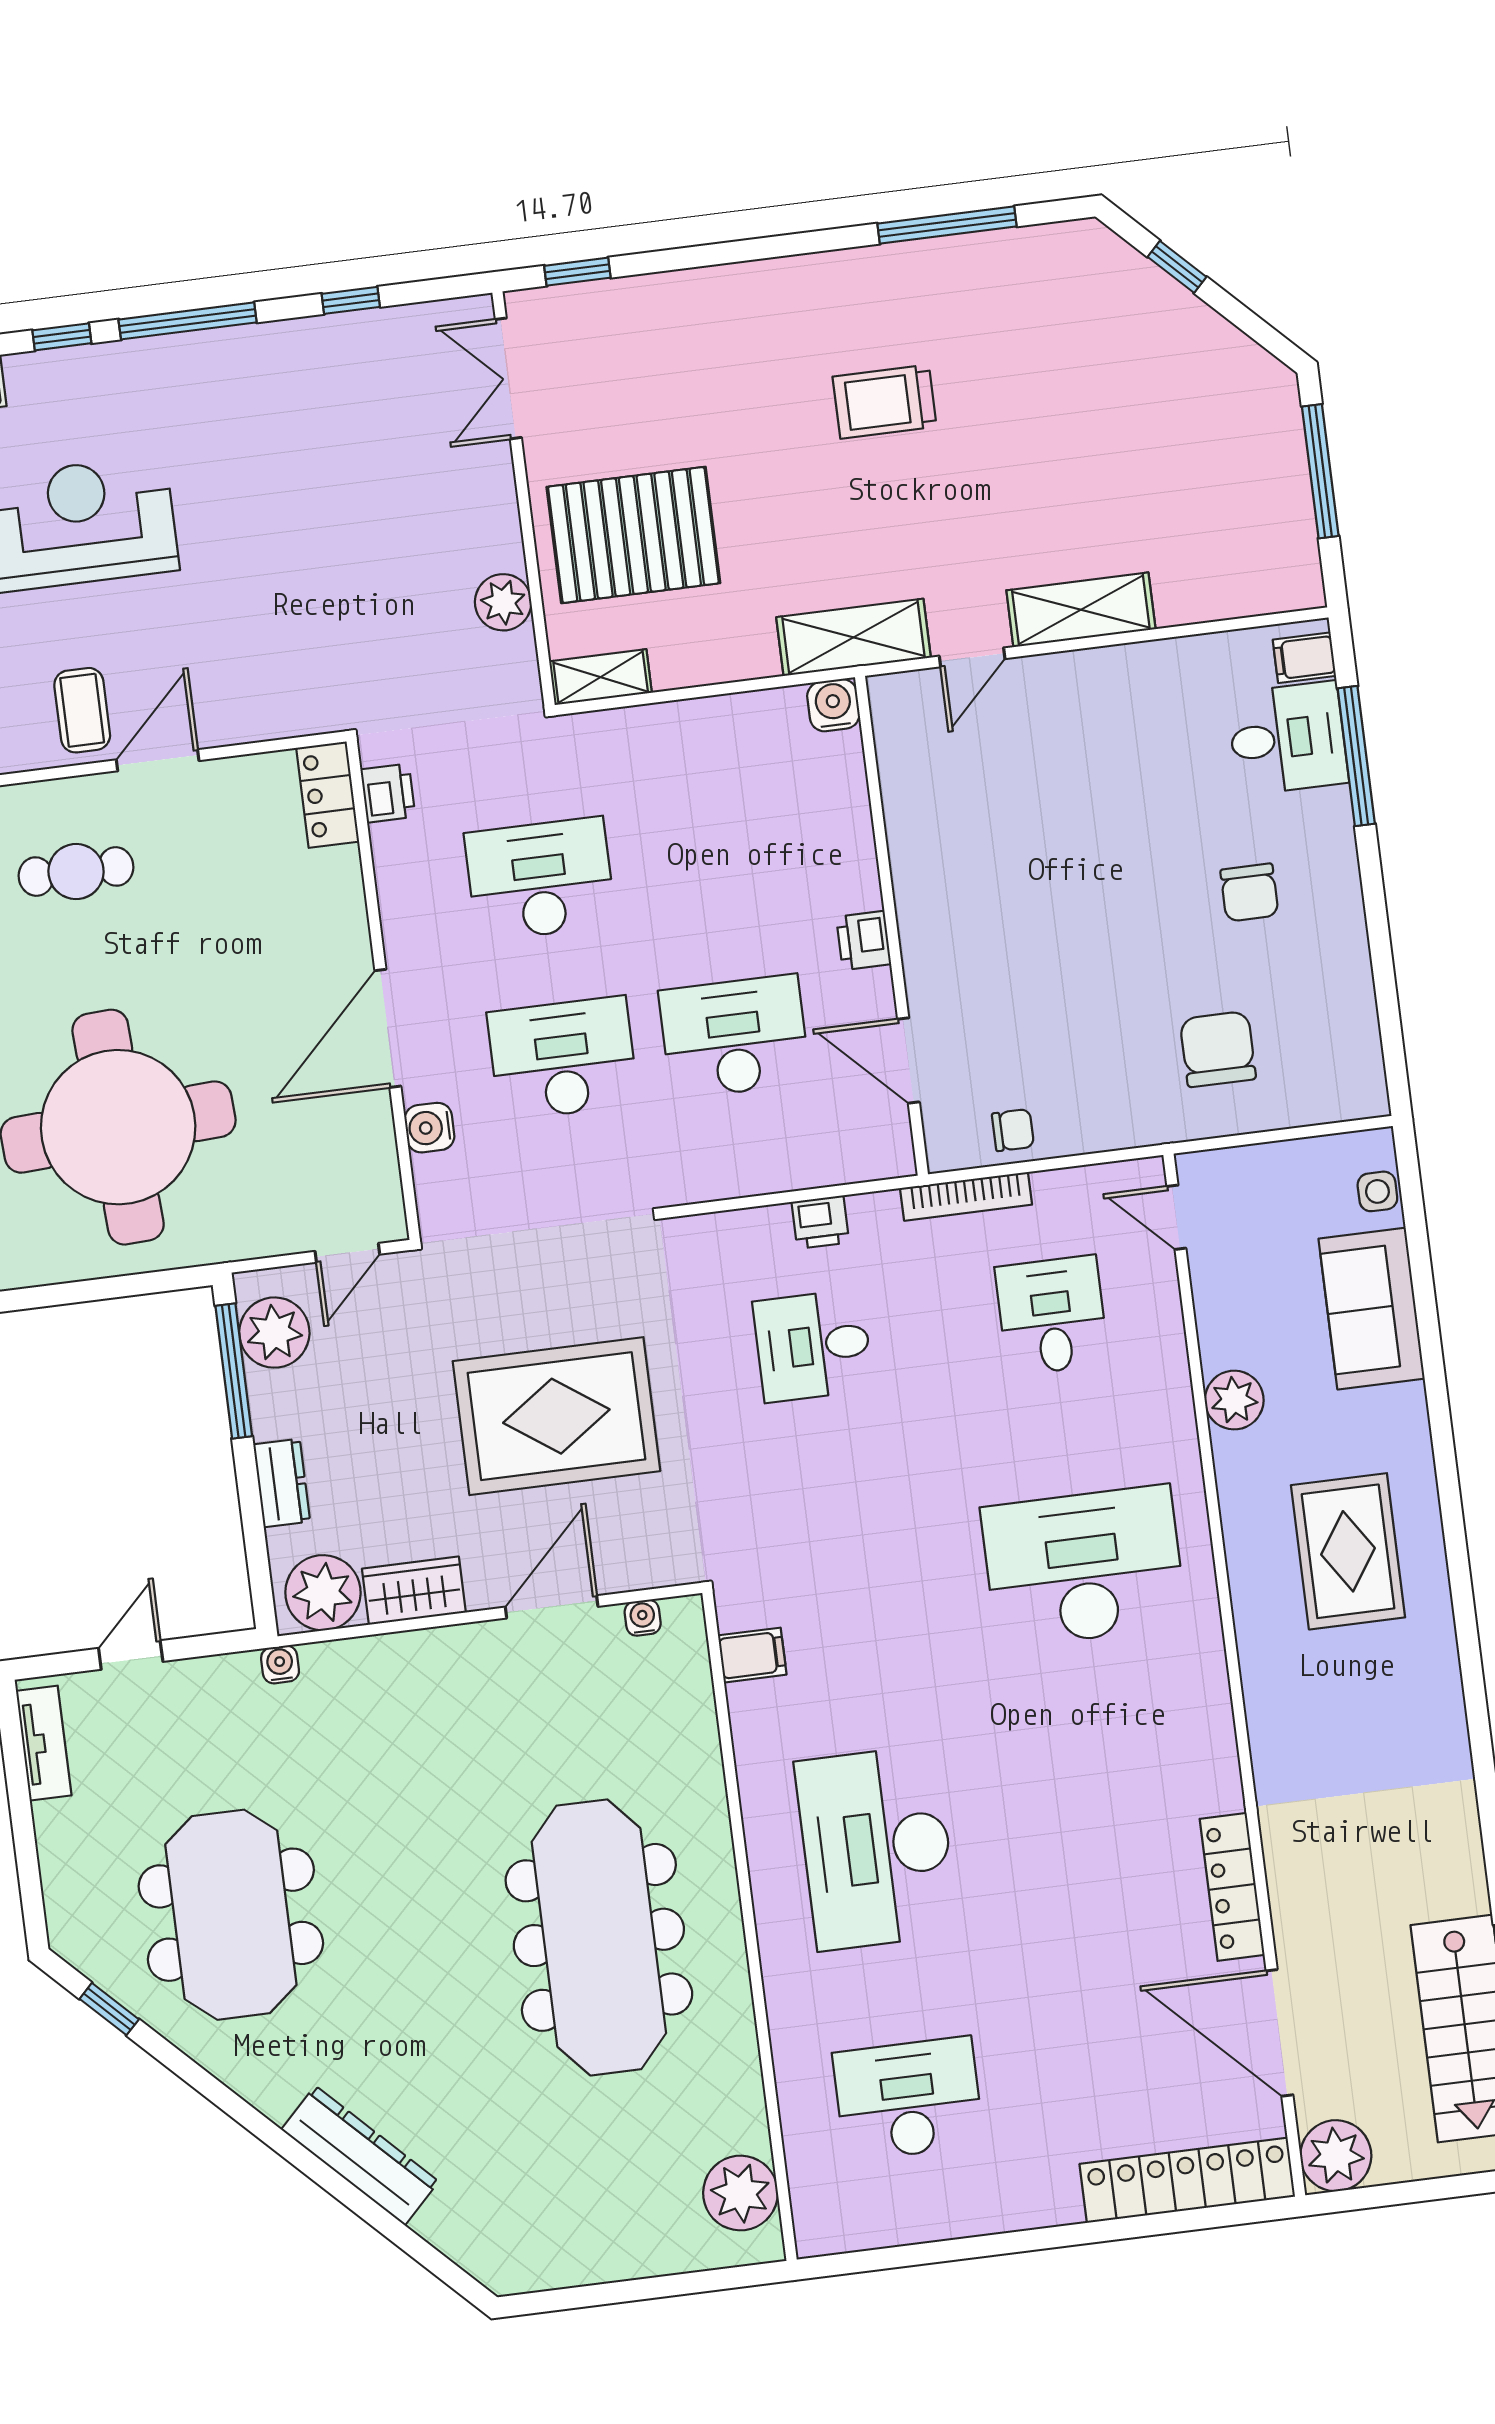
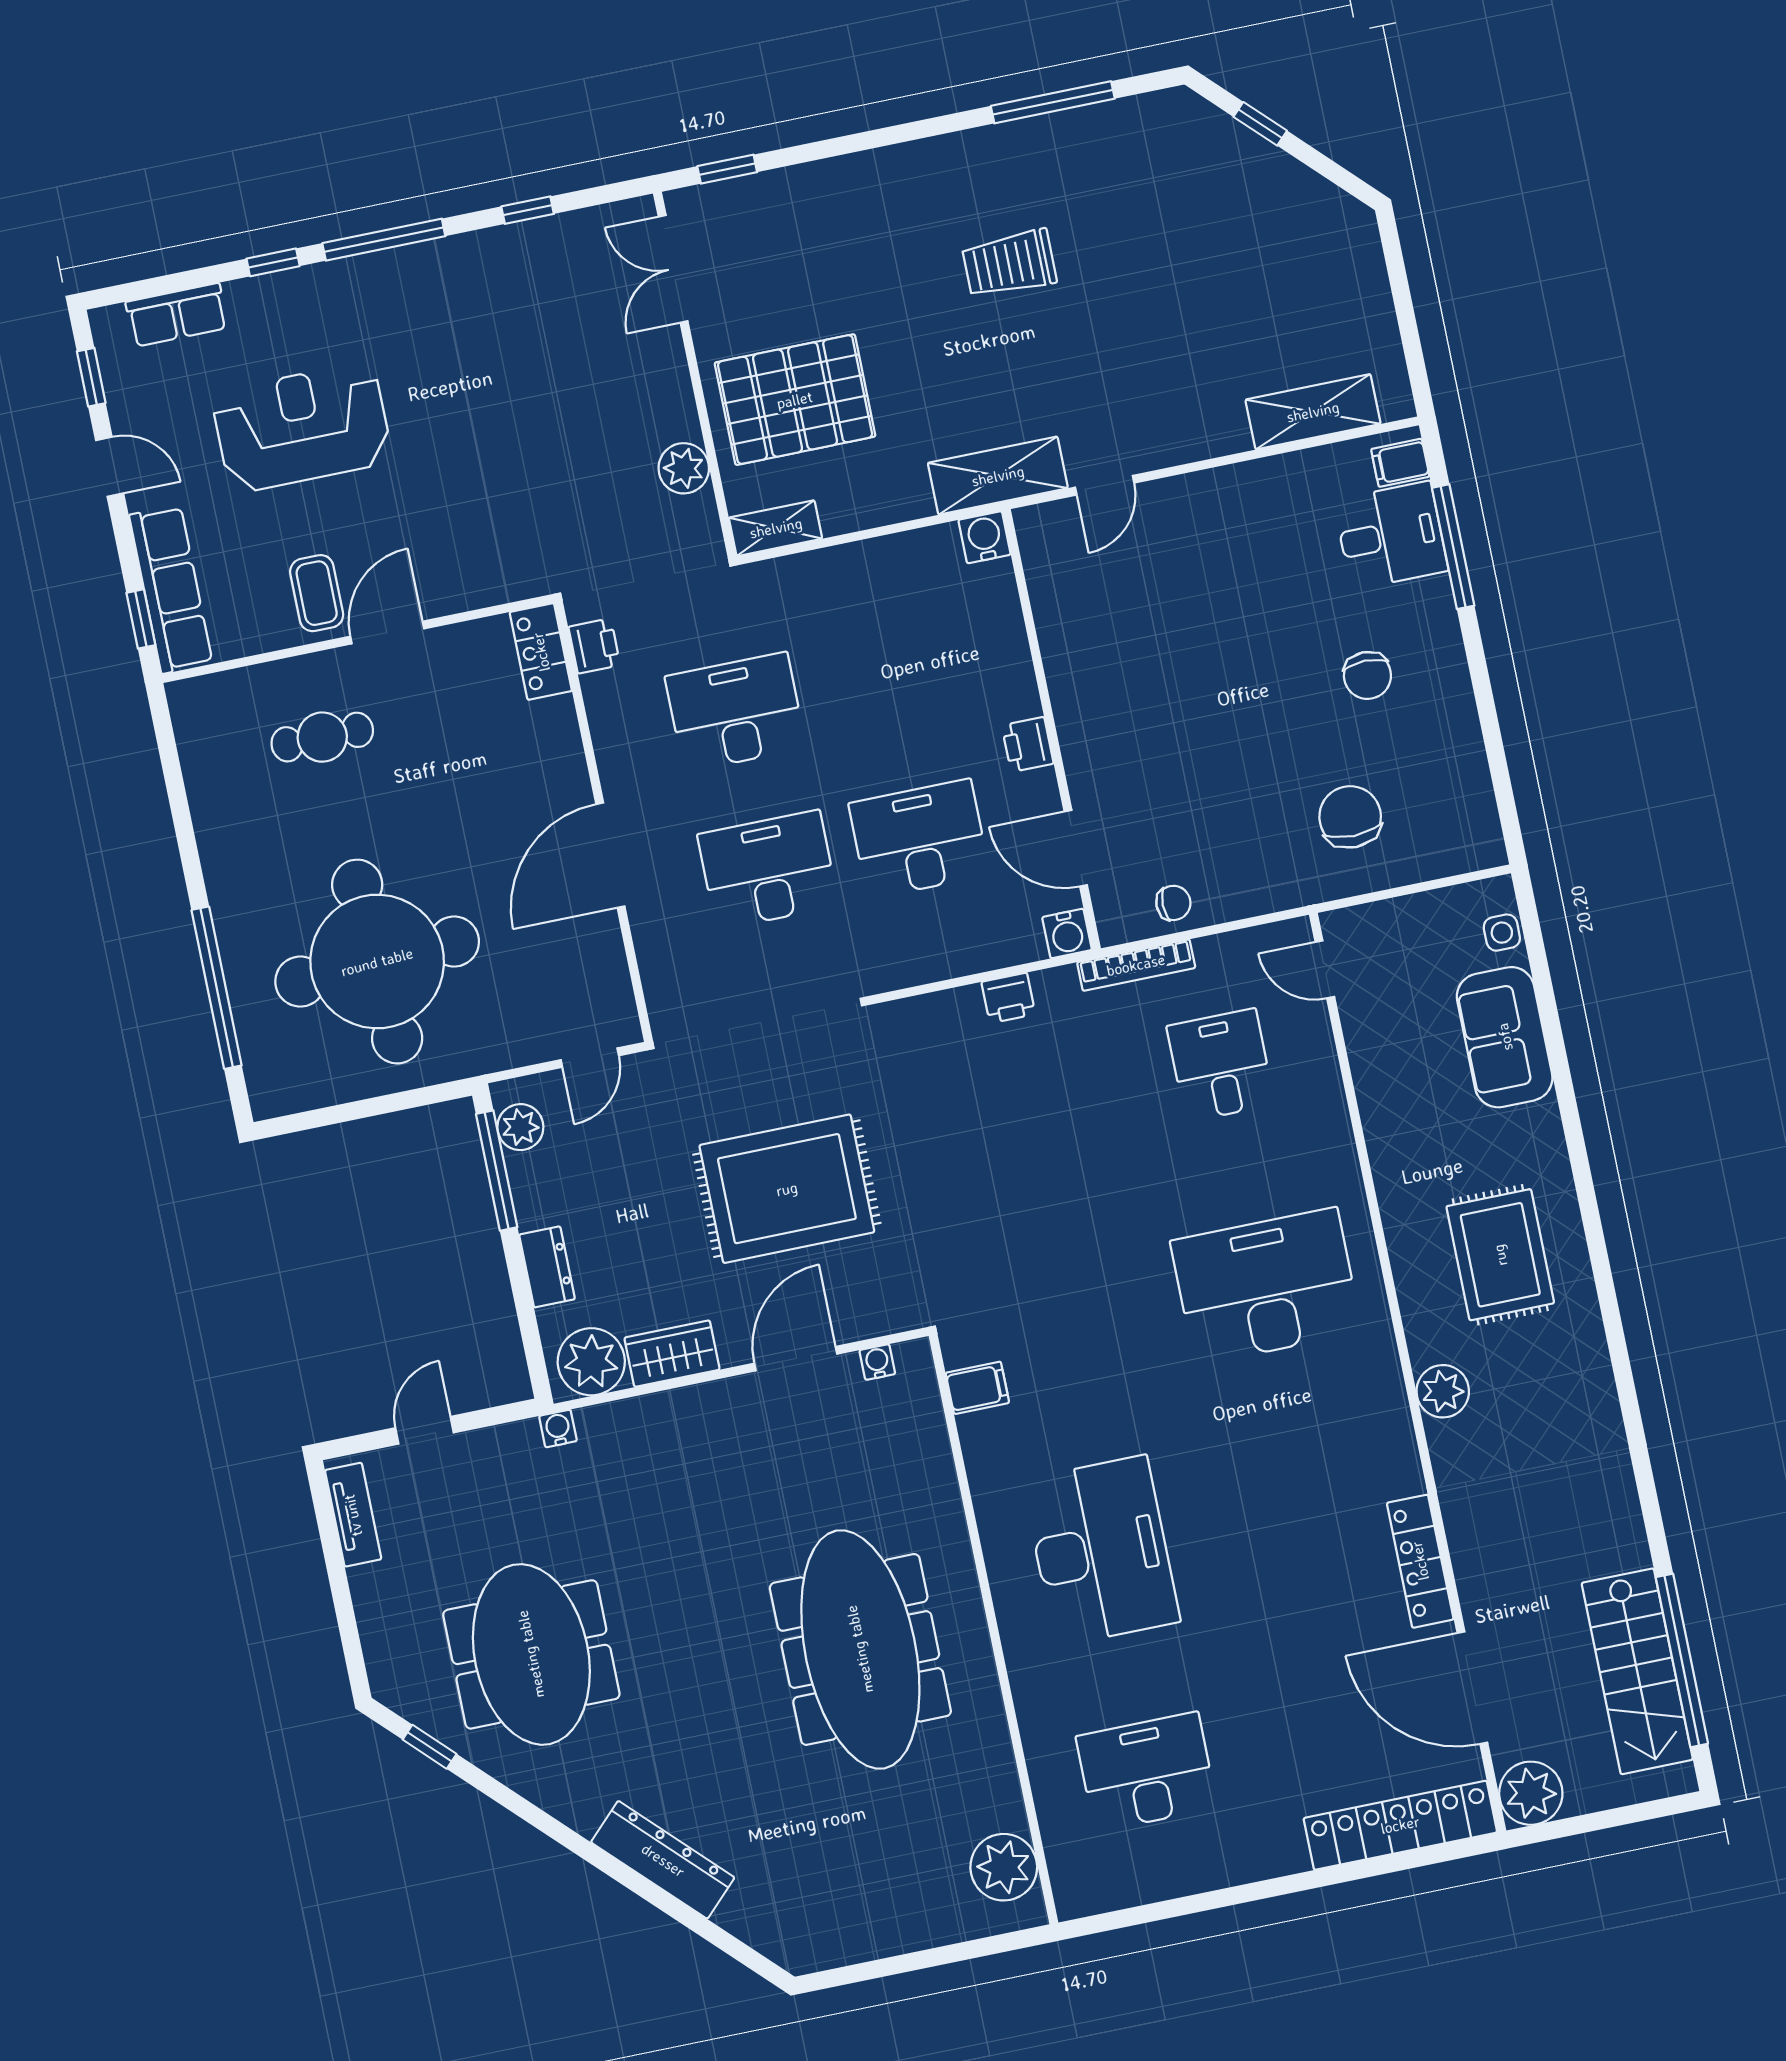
window: (1320, 471) -> (1402, 296), removed
shelving: (1081, 610) -> (1313, 412), moved
water cooler: (429, 1128) -> (1067, 934), moved, turned -90
plant: (274, 1333) -> (520, 1127), width x0.73, depth x0.73
desk: (813, 1346) -> (1010, 1108), removed
plant: (1234, 1400) -> (1443, 1391), moved
desk: (877, 1848) -> (1101, 1551), turned 180

